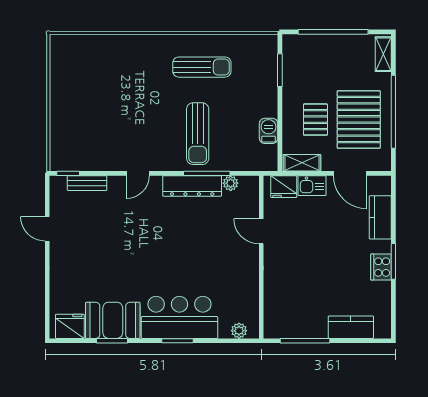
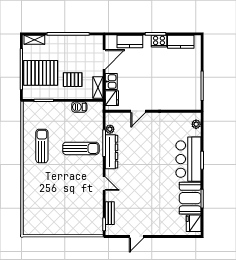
pallet: (359, 119) -> (41, 73), moved
kitchen counter: (351, 327) -> (181, 42), moved, turned -90

